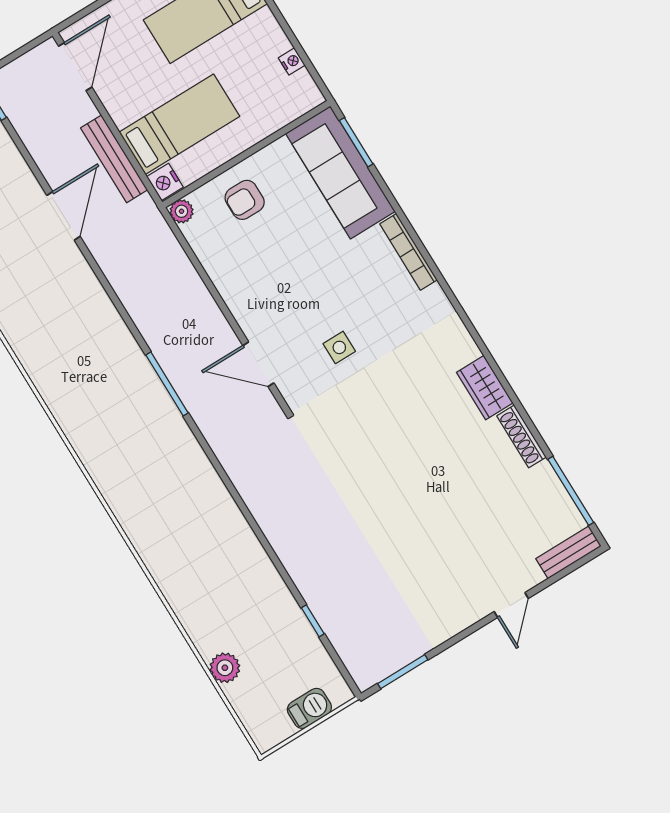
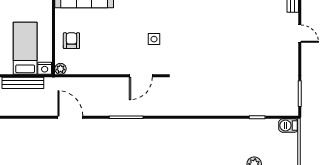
armchair: (245, 200) -> (71, 41), turned 180
door: (64, 216) -> (70, 117), moved
barbecue: (309, 708) -> (289, 125), moved, turned -90

